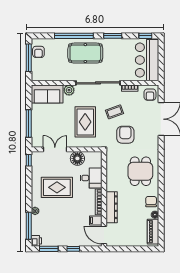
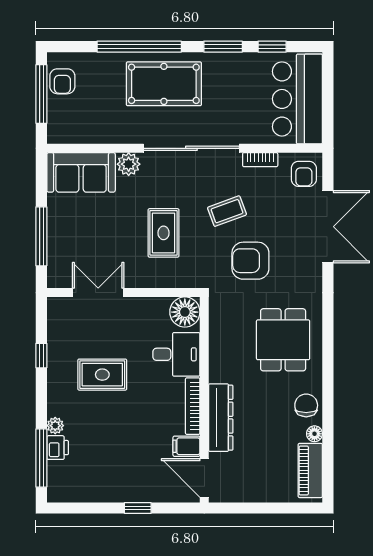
window: (145, 36) -> (272, 47), moved
rug: (85, 122) -> (164, 233), width x0.73, depth x0.70
armchair: (125, 135) -> (250, 261), turned -90
floor lamp: (77, 158) -> (185, 312), moved
window: (29, 160) -> (41, 356), moved
rug: (57, 187) -> (102, 375), width x0.73, depth x0.70
printer: (36, 241) -> (58, 448), moved
window: (49, 249) -> (85, 508), removed

